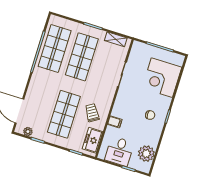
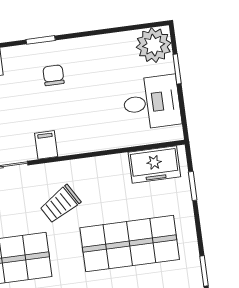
trolley: (92, 113) -> (60, 204), moved
filing cabinet: (115, 122) -> (46, 145), moved
plant: (146, 154) -> (154, 45), moved

